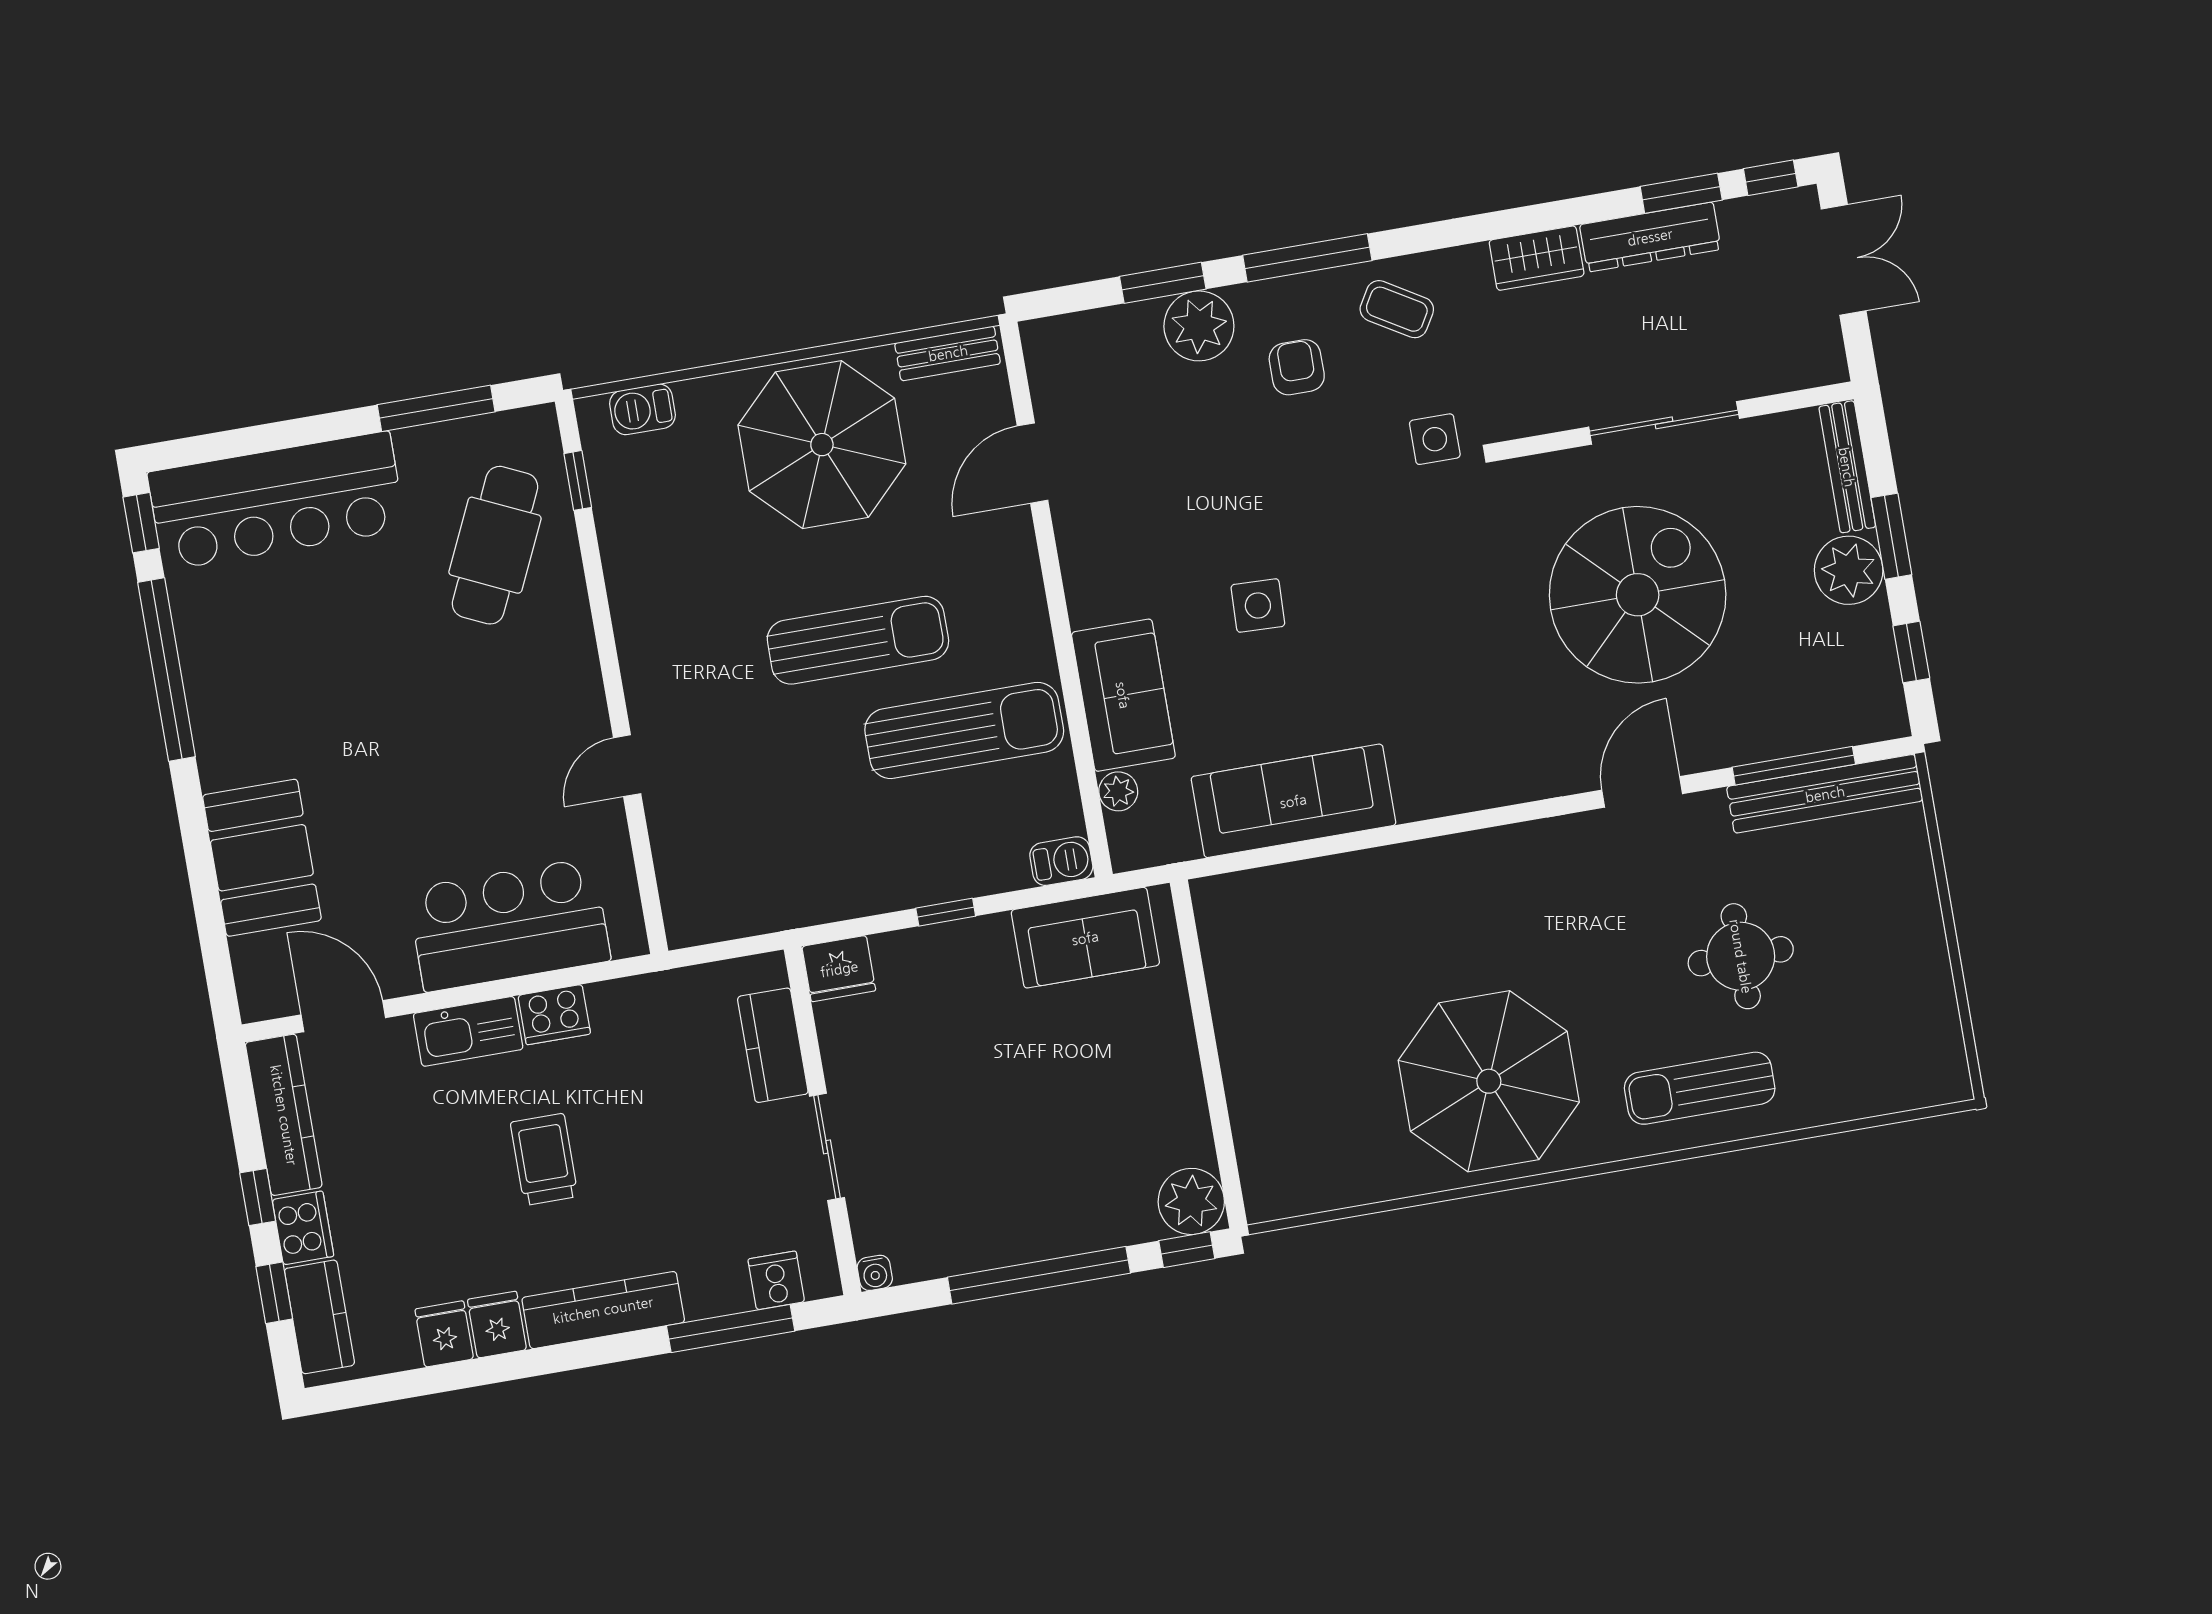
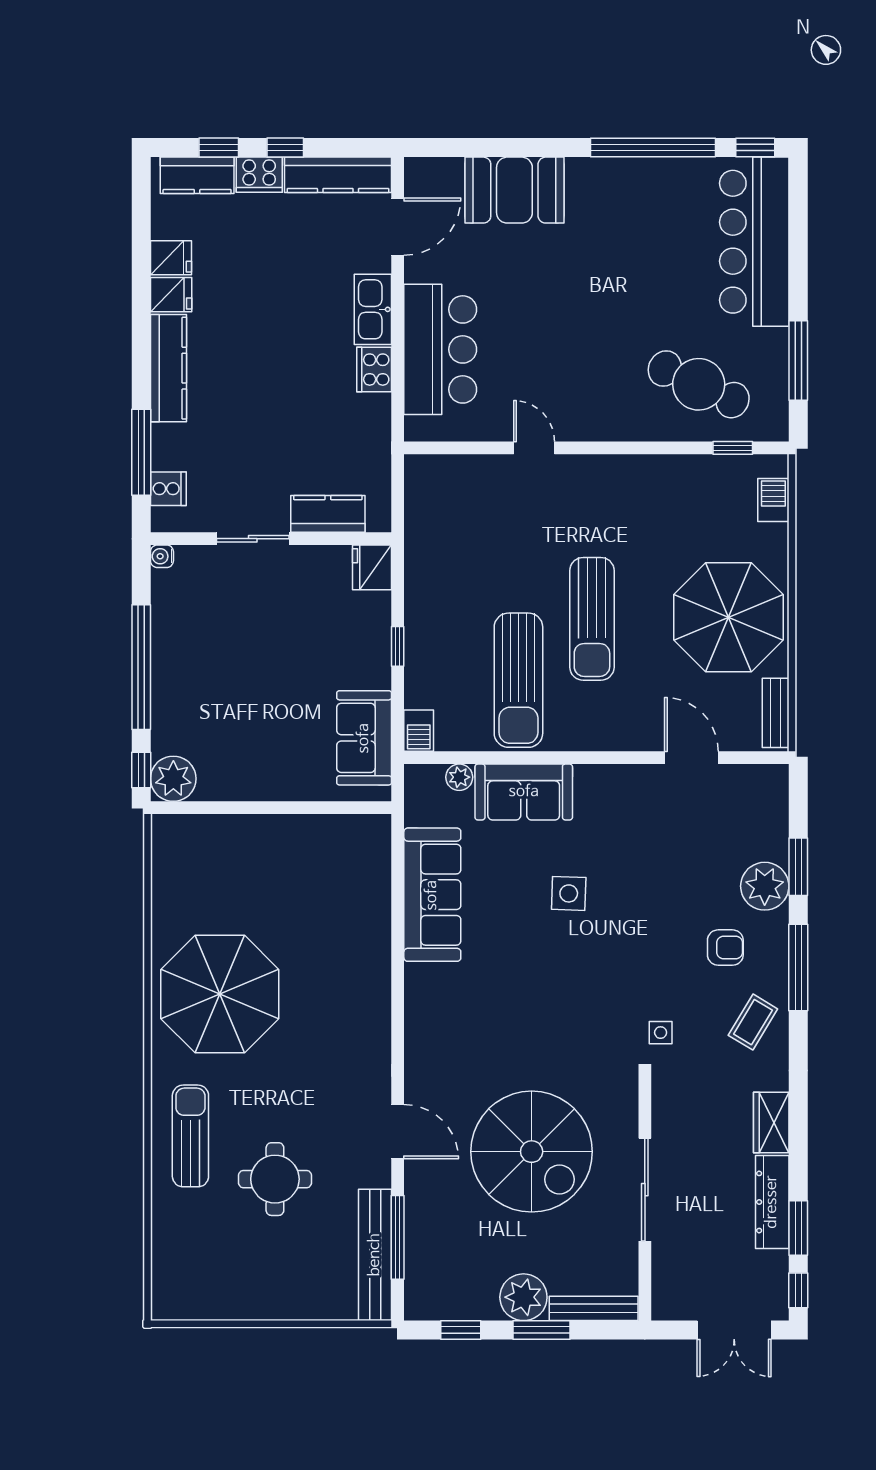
side table: (1435, 439) -> (661, 1033), width x0.73, depth x0.73
trolley: (544, 1159) -> (277, 346), removed

